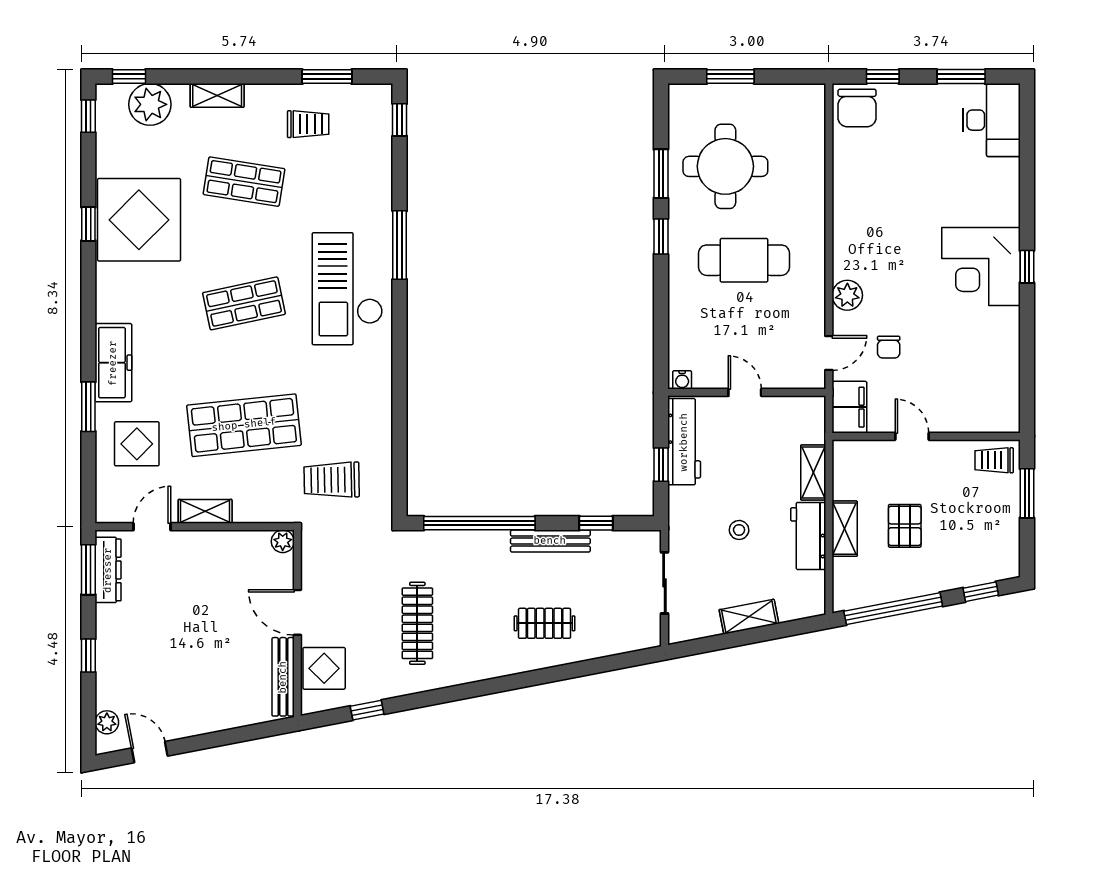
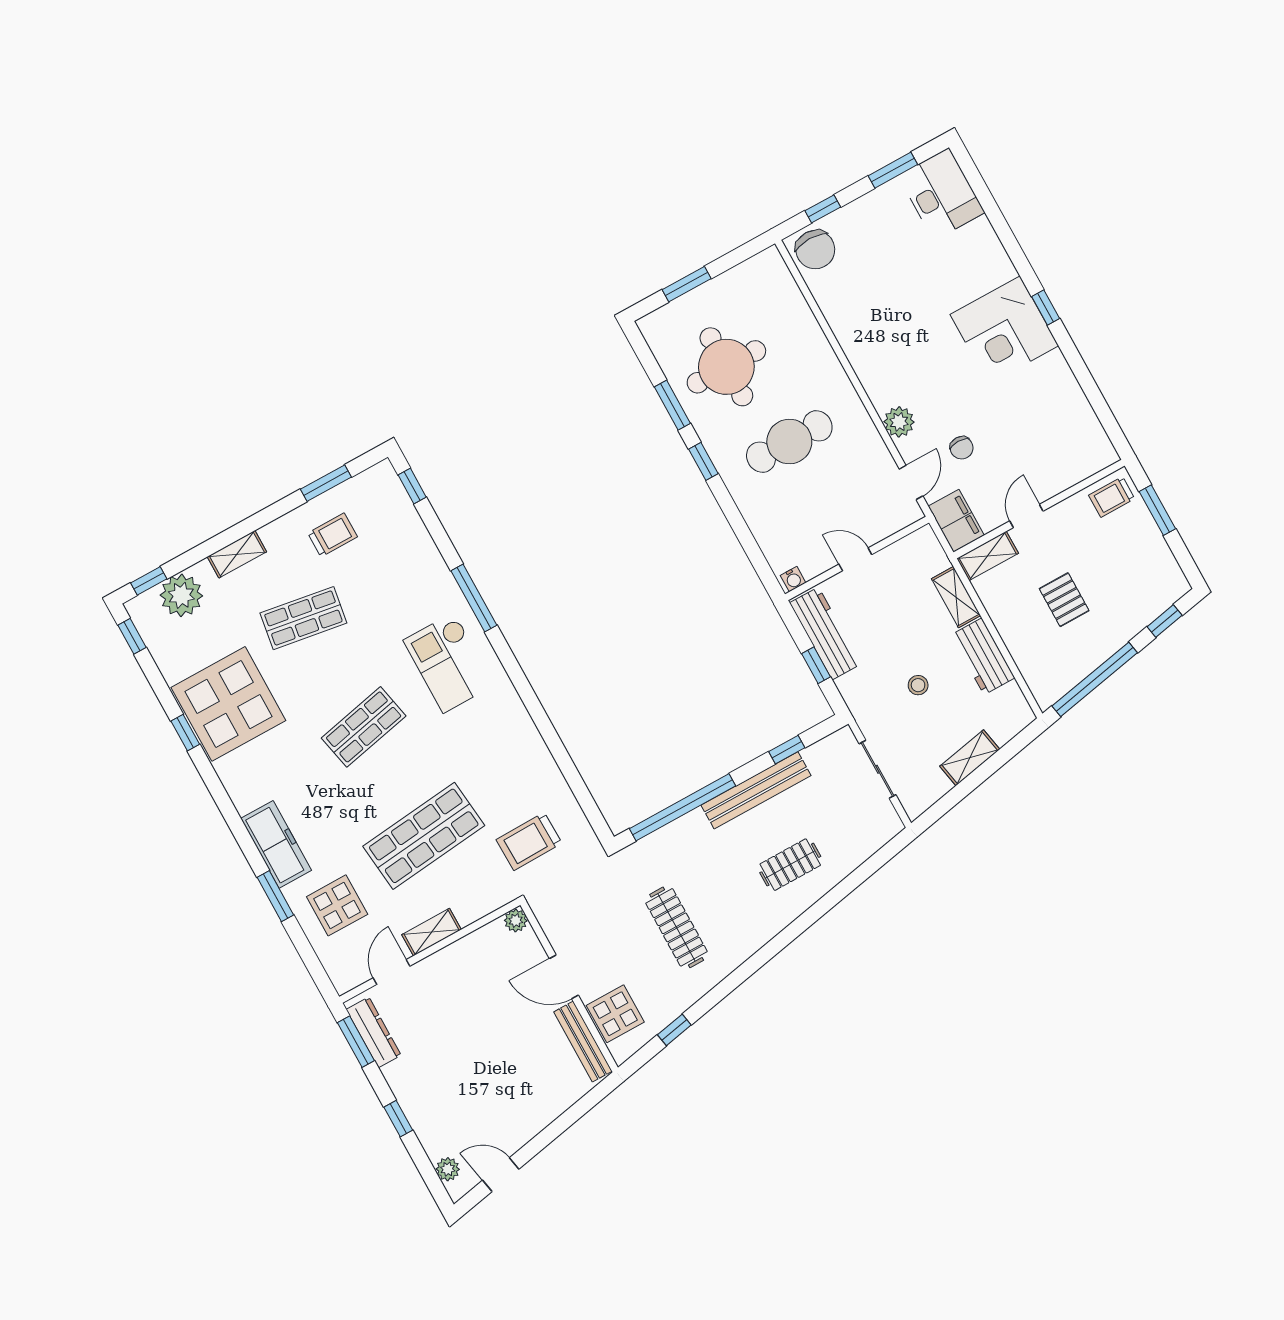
checkout: (347, 289) -> (449, 663), width x0.73, depth x0.83
door: (912, 436) -> (1026, 516), hinge flipped
shelving: (845, 529) -> (988, 556), moved, turned 90
bench: (550, 541) -> (756, 790), width x1.37, depth x1.21

